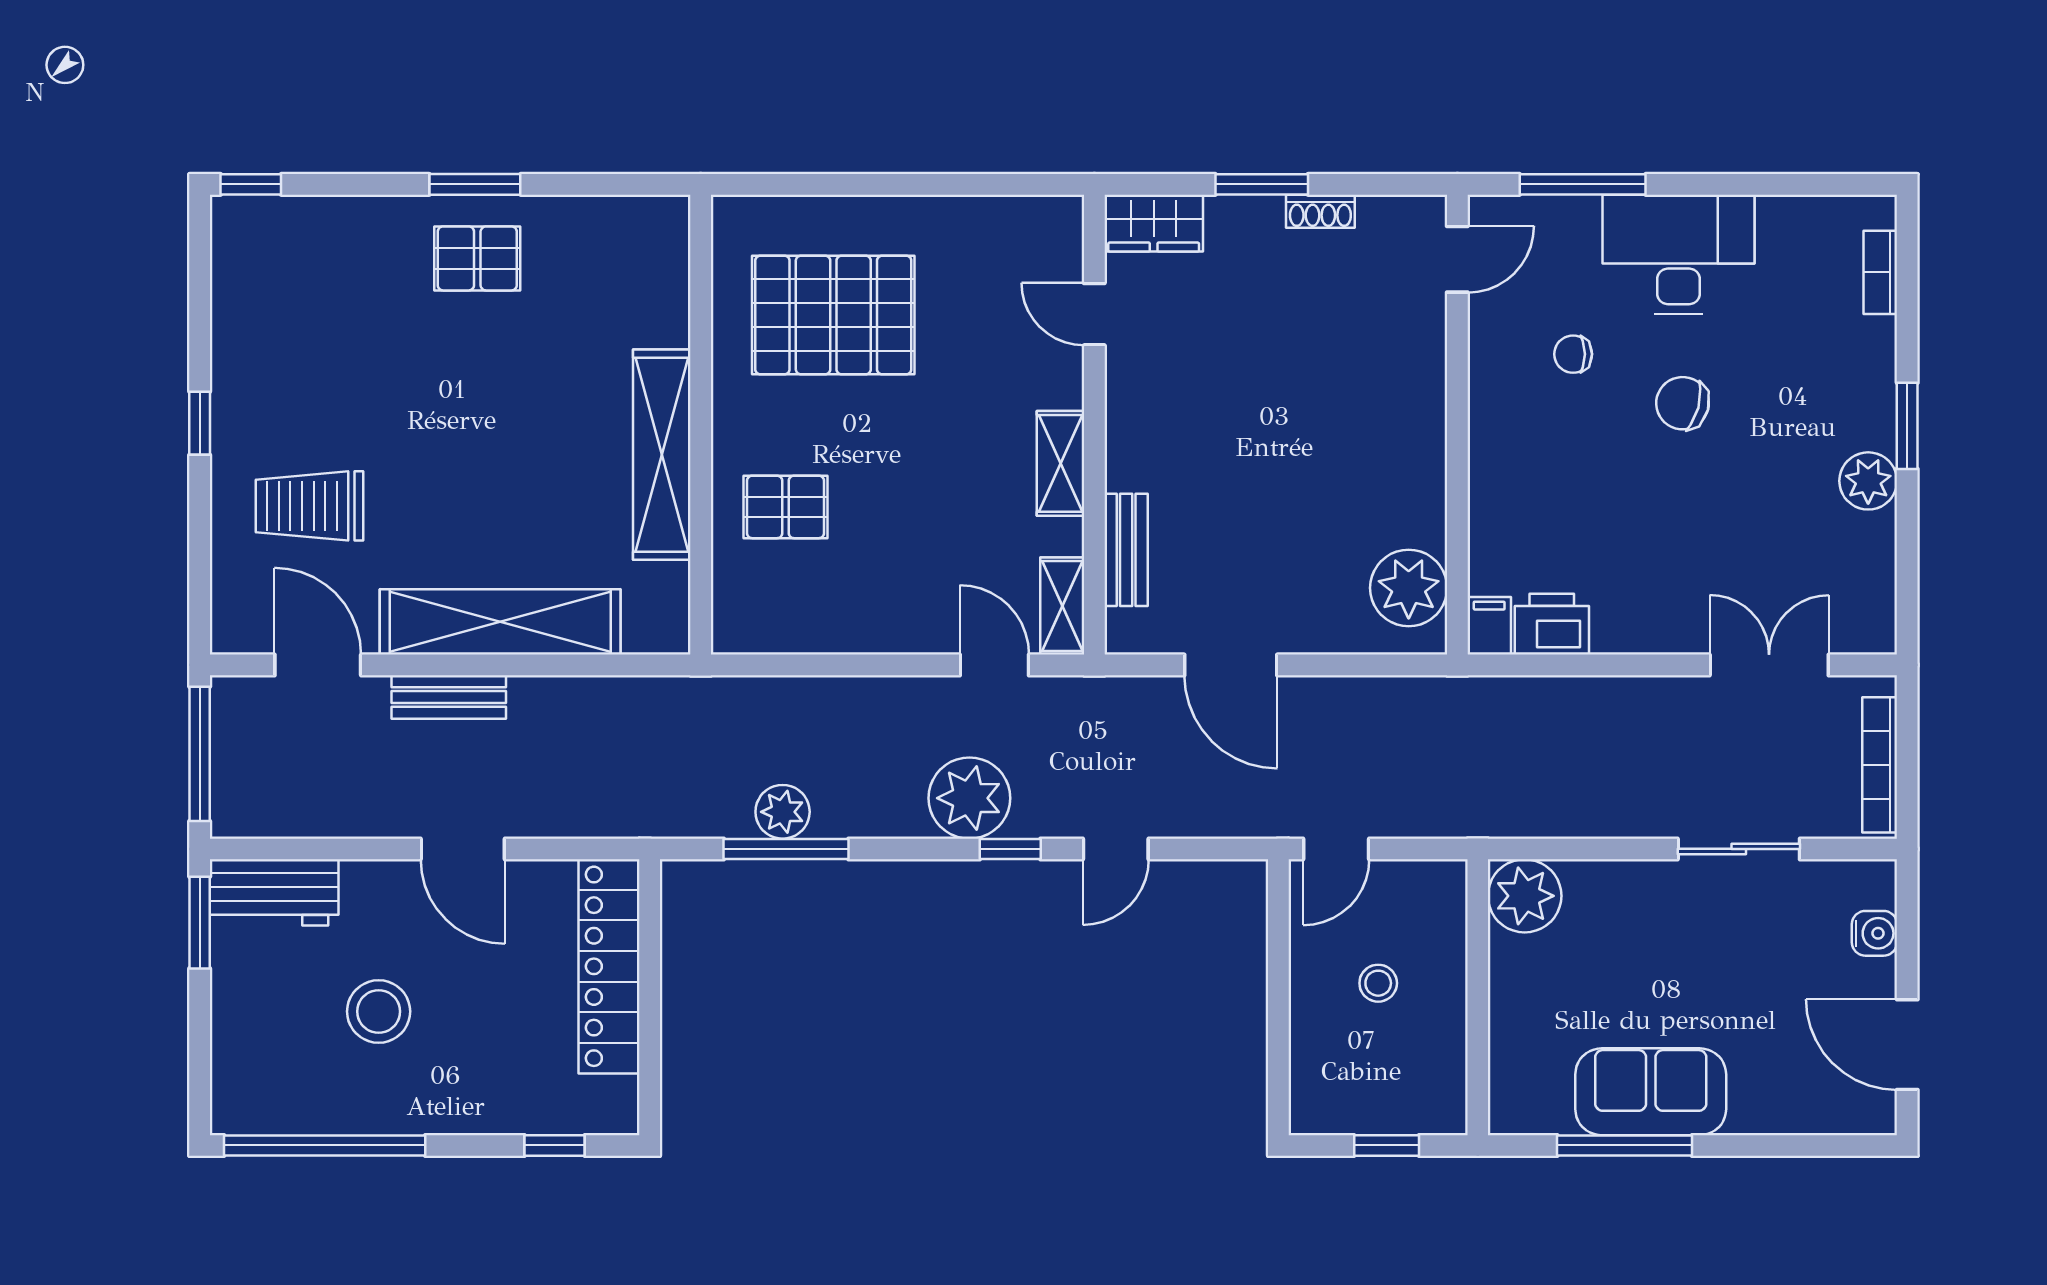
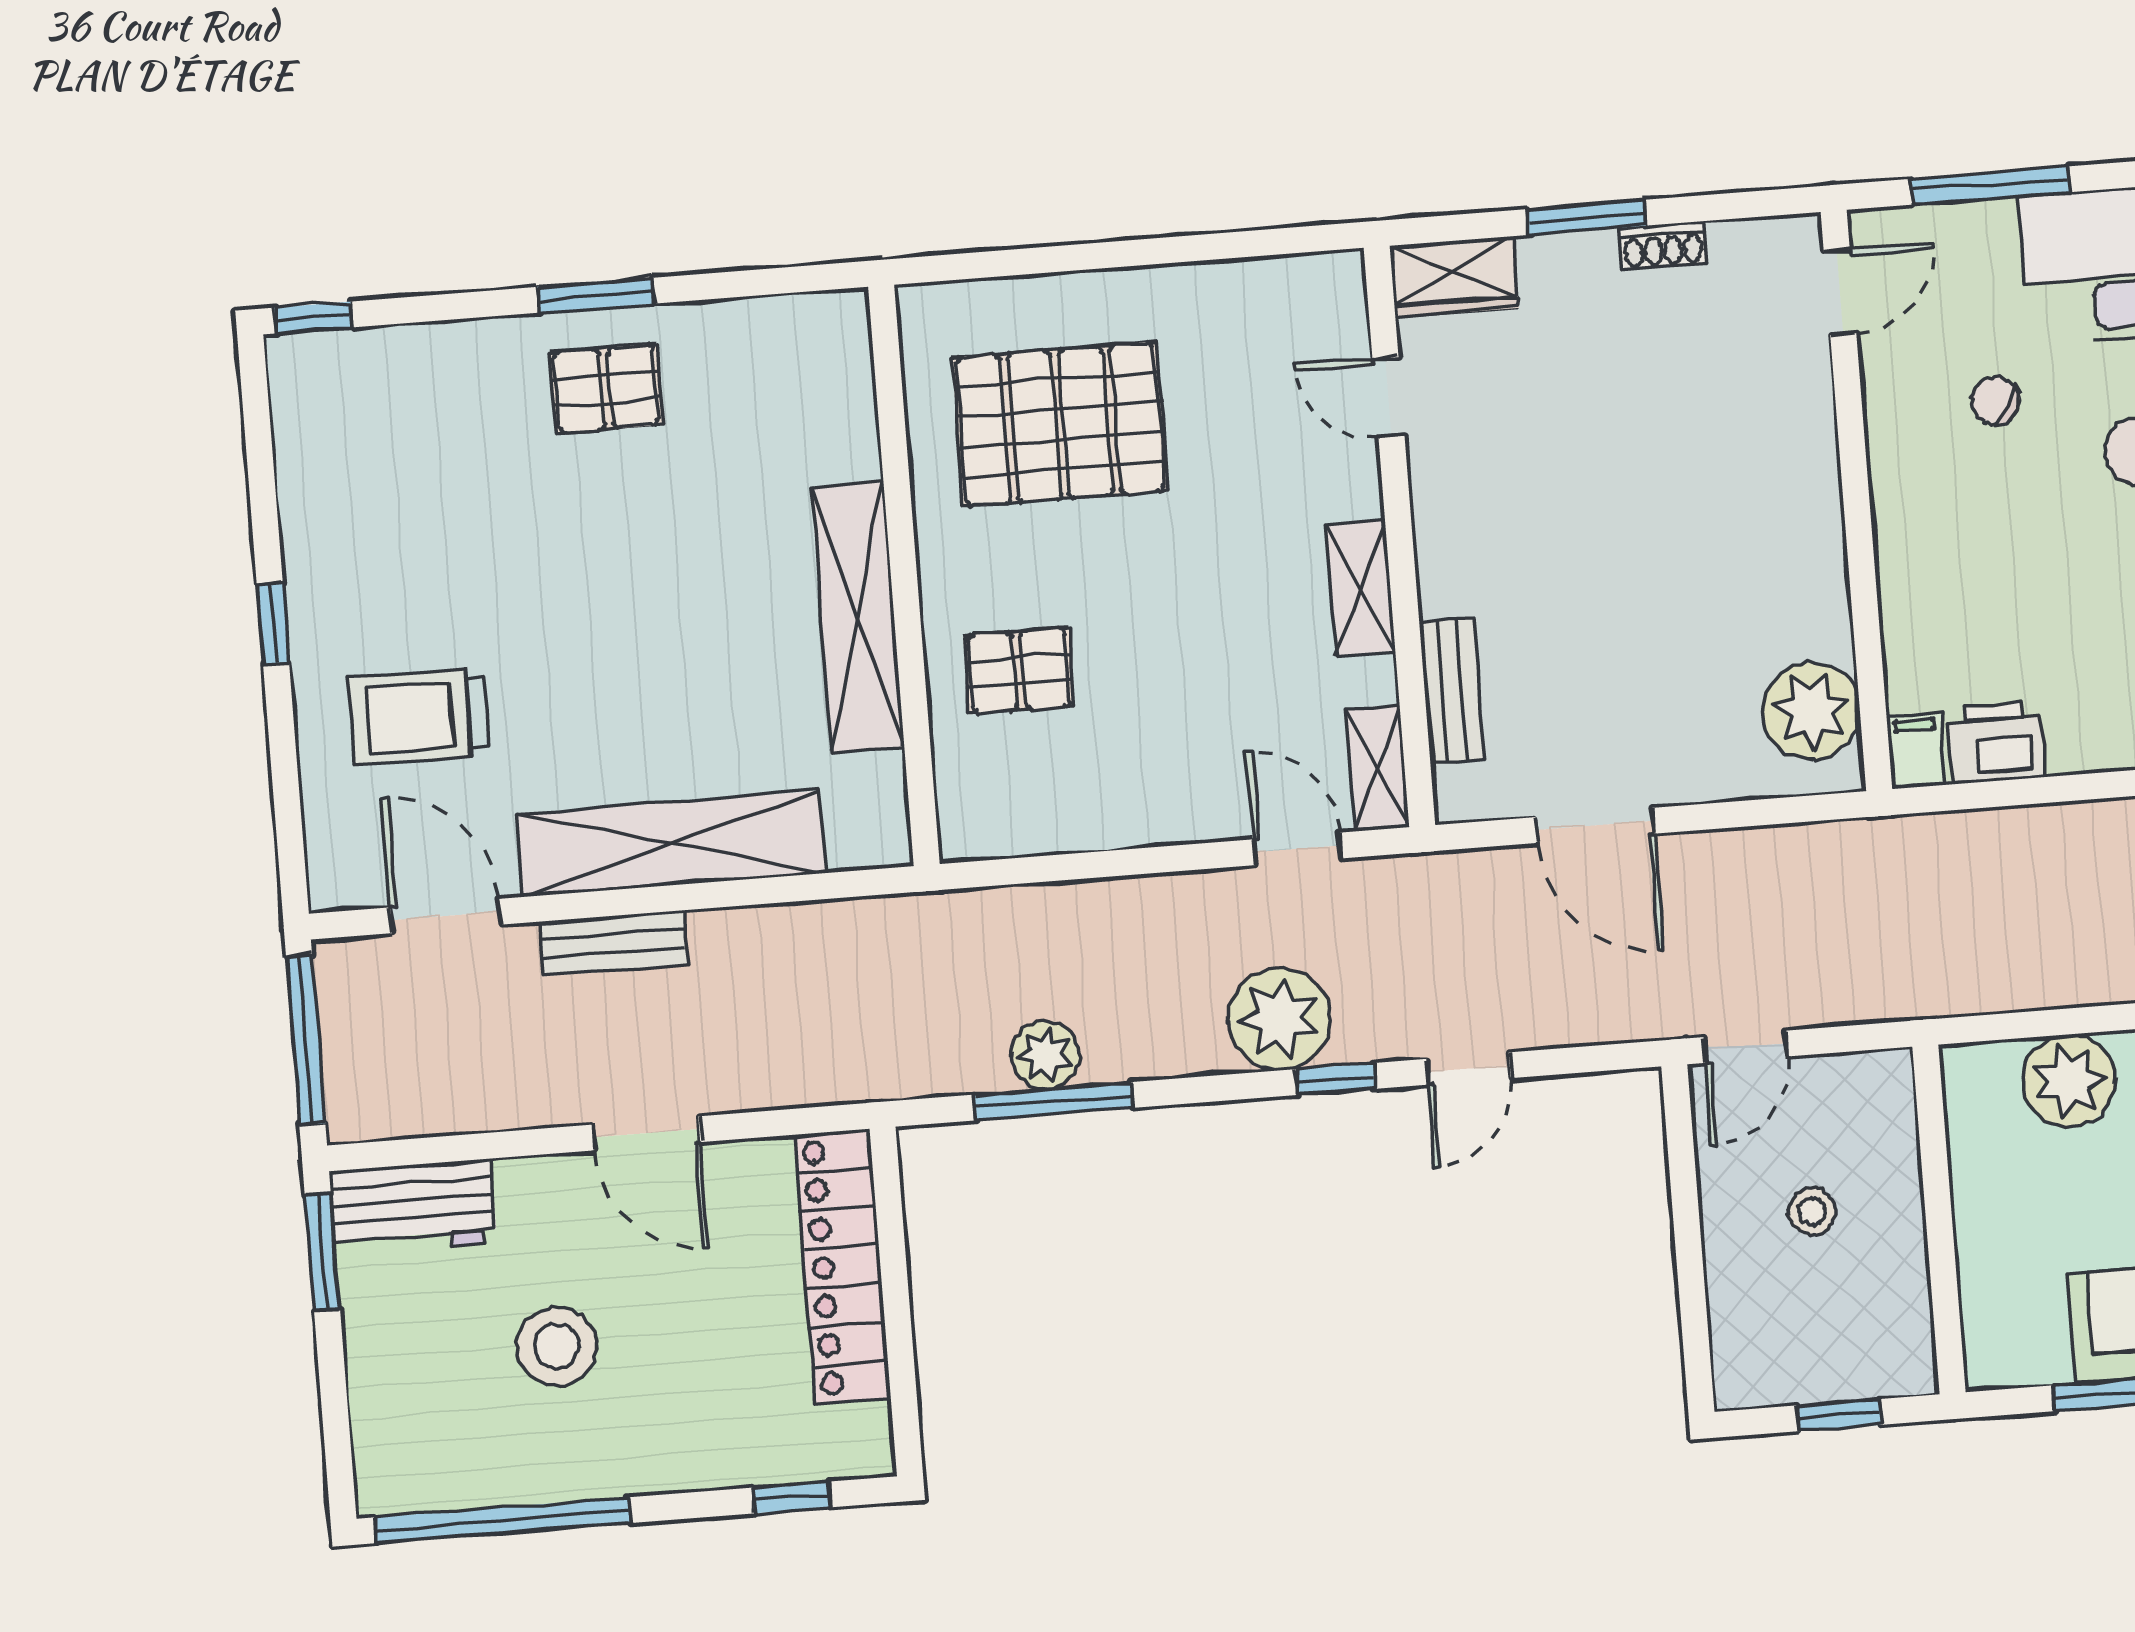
chair: (1573, 354) -> (1995, 400), turned 30
plant: (1525, 896) -> (2069, 1081), moved

